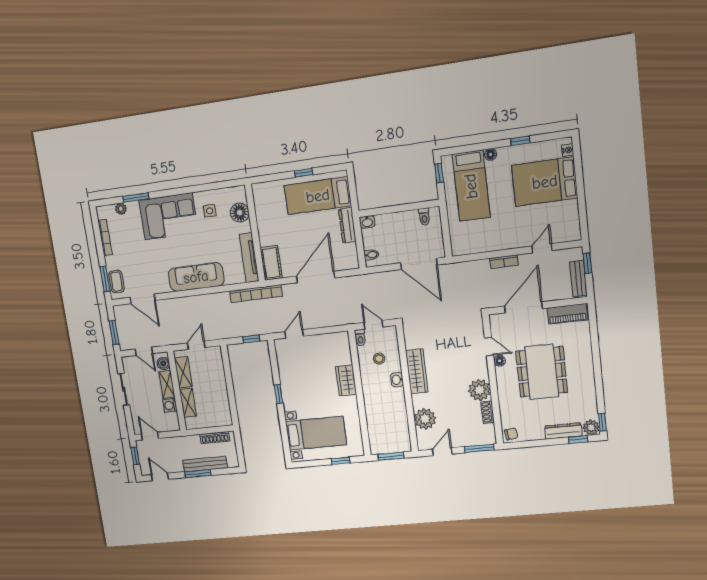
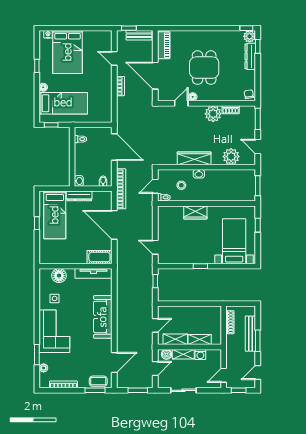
door: (419, 264) -> (114, 147), hinge flipped
bookcase: (256, 294) -> (121, 189), moved
door: (196, 345) -> (155, 325), swing flipped
dining table: (542, 372) -> (204, 68), width x0.73

